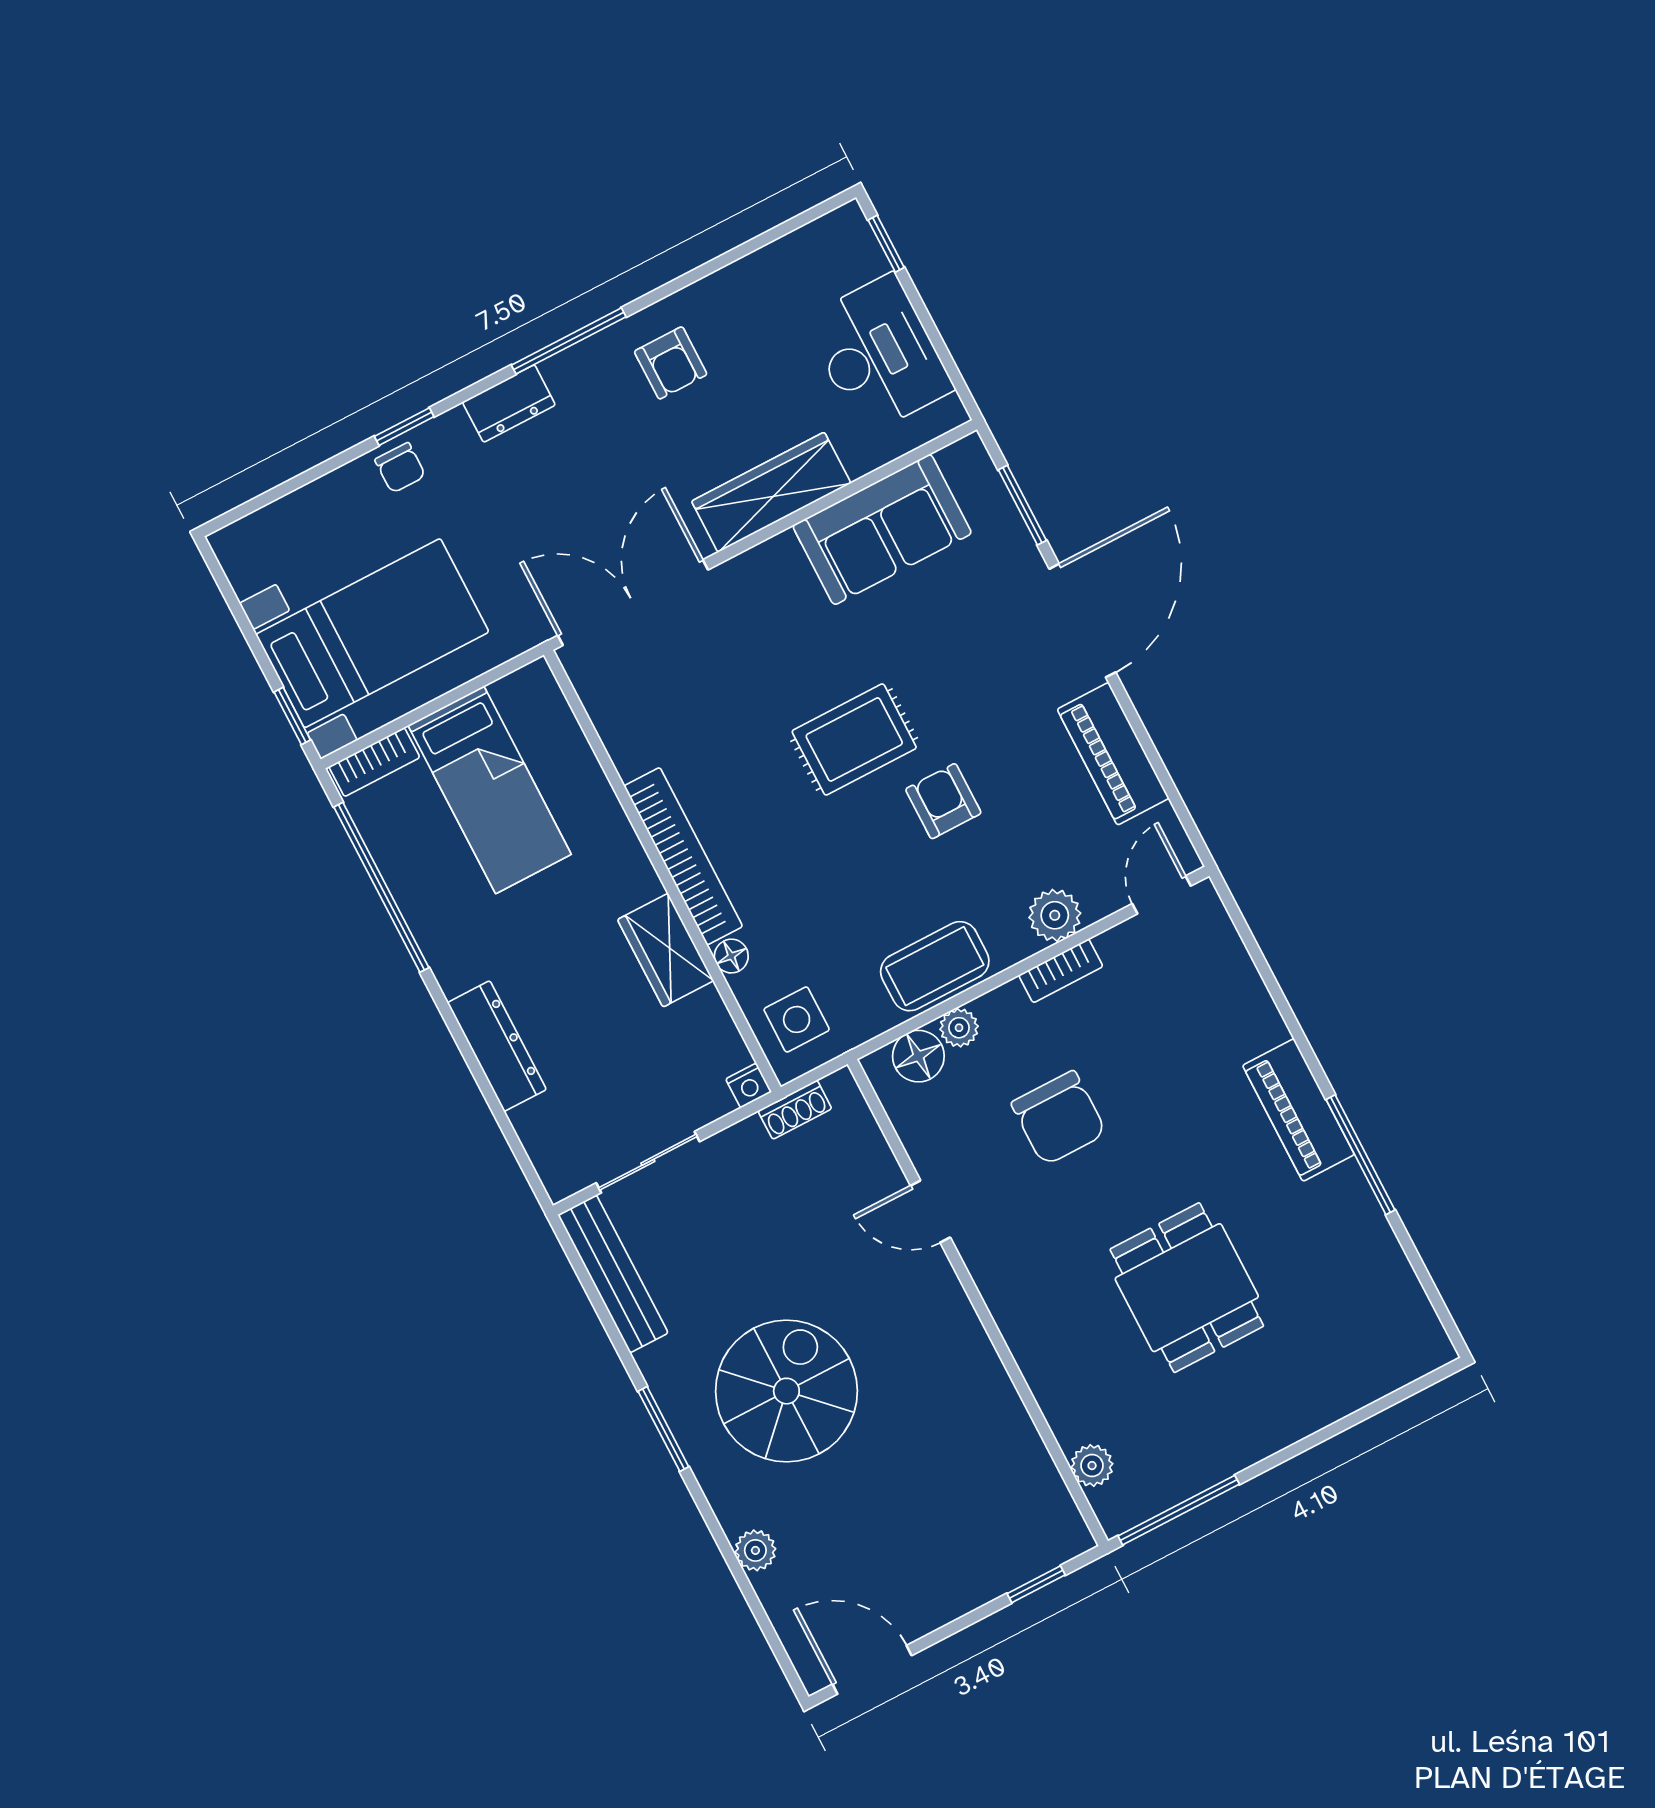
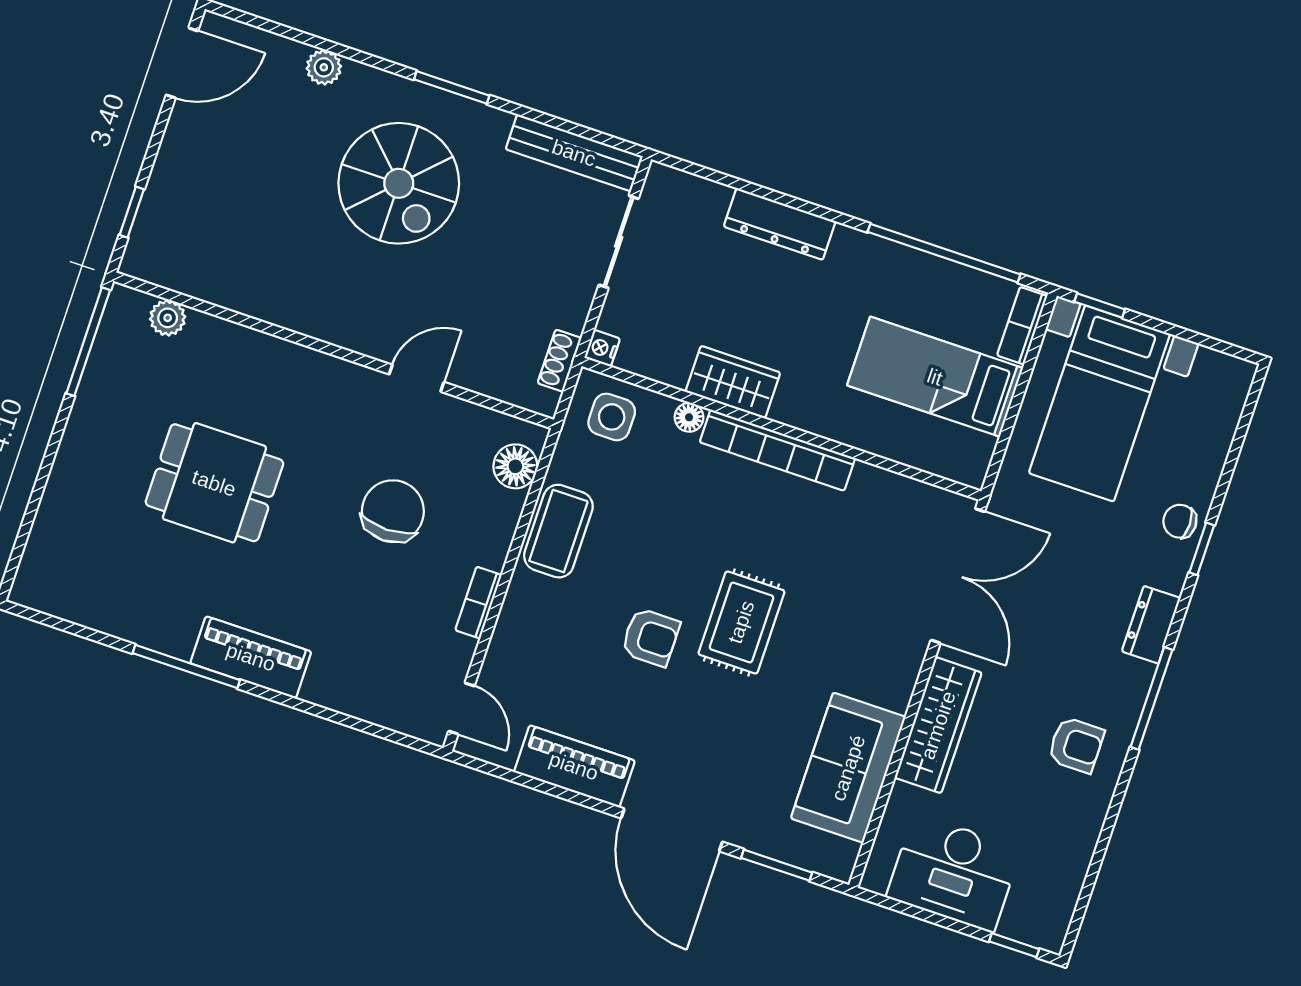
armchair: (671, 363) -> (1076, 745), turned 180
plant: (1055, 915) -> (515, 633), removed
plant: (959, 1028) -> (507, 508), removed
chair: (1059, 1118) -> (393, 511), turned 90

